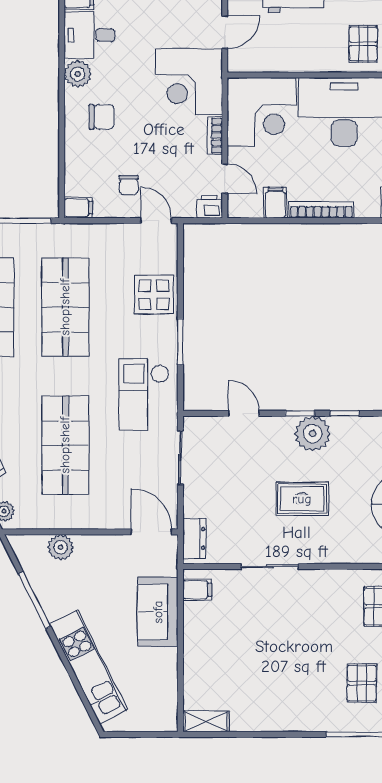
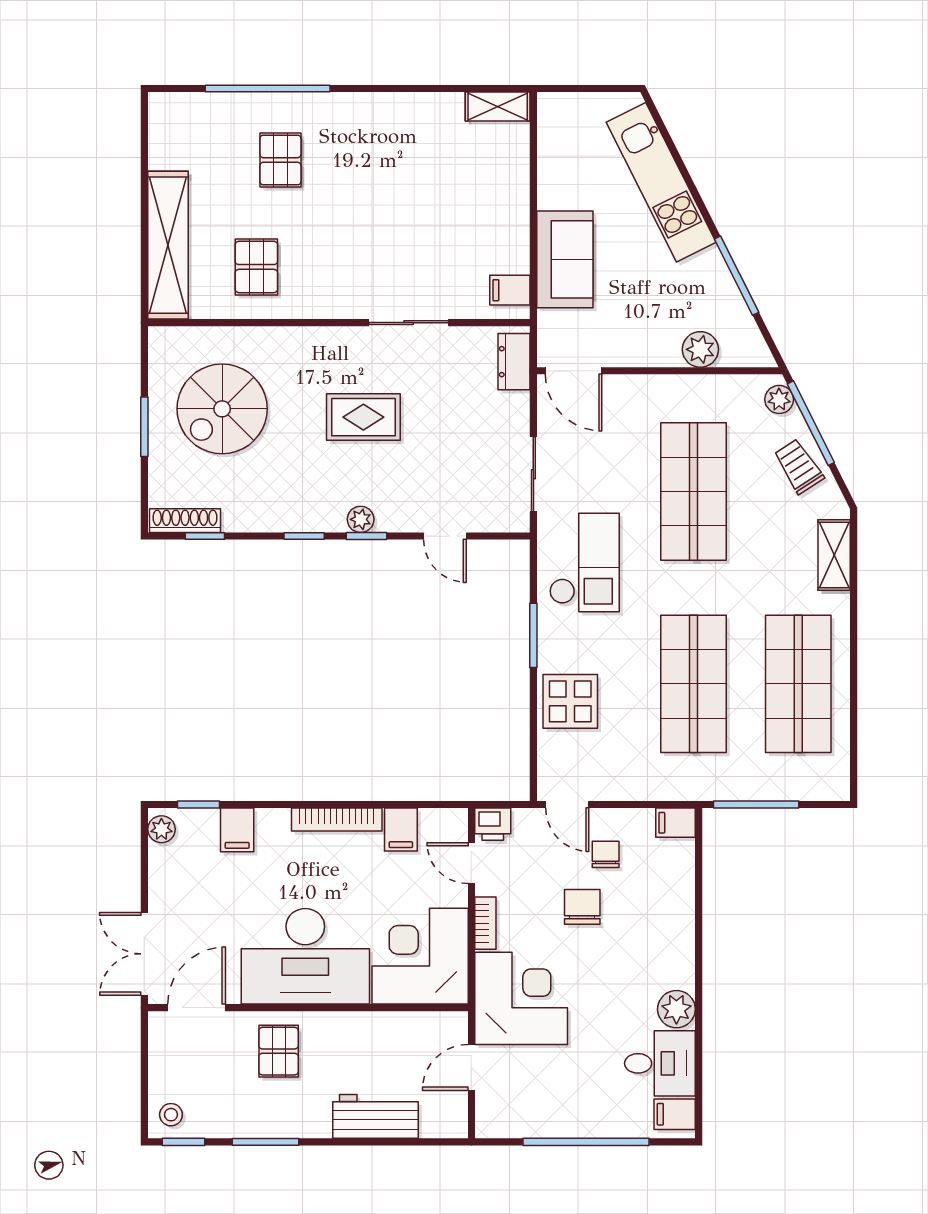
chair: (102, 117) -> (582, 907), moved, turned 90
plant: (313, 434) -> (361, 519), width x0.53, depth x0.53

